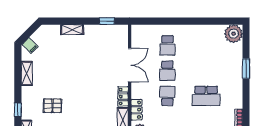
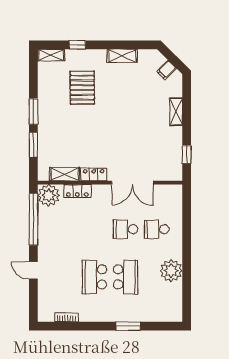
plant: (234, 34) -> (171, 271), moved
filing cabinet: (30, 46) -> (166, 70), moved
school desk: (167, 96) -> (126, 277), moved, width x1.85
pallet: (52, 106) -> (82, 88), width x1.50, depth x1.42

